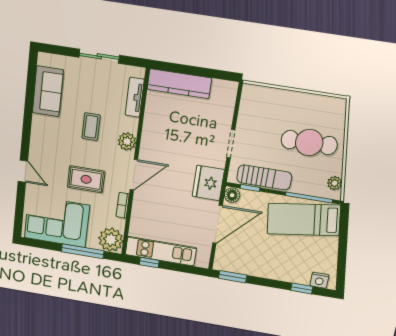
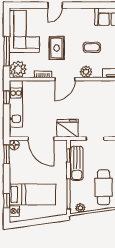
door: (134, 175) -> (65, 79), hinge flipped
floor lamp: (232, 195) -> (14, 145), moved
bed: (304, 220) -> (32, 194), moved, turned 98

